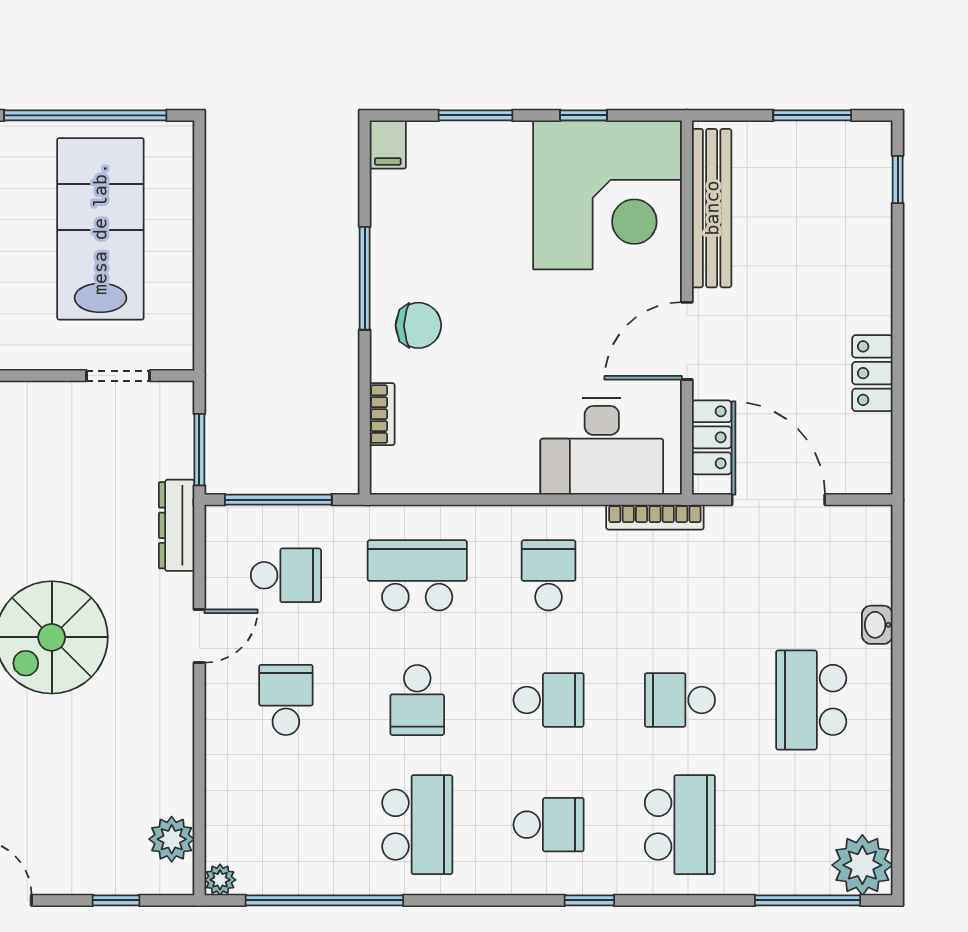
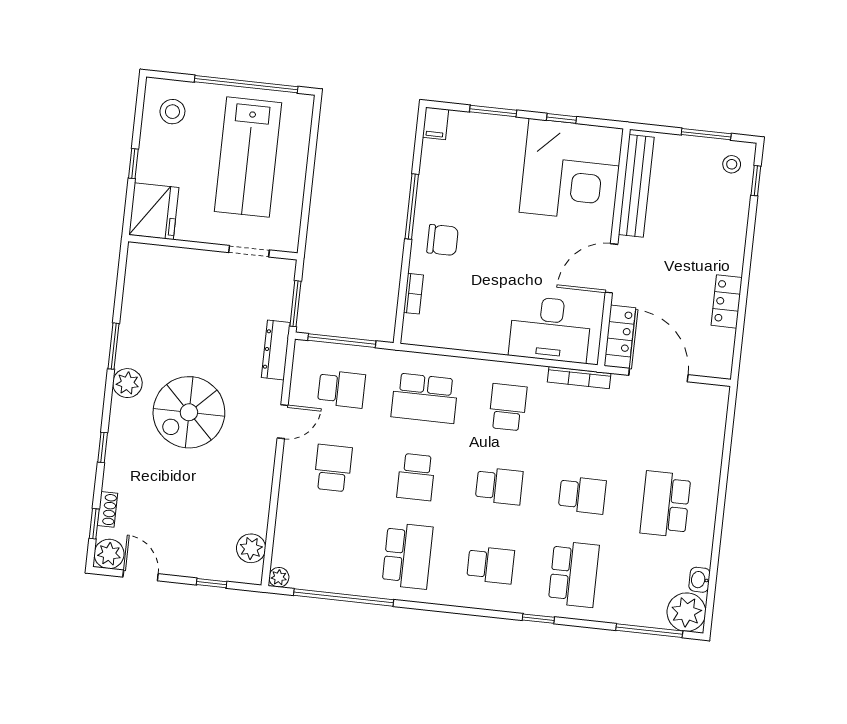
stool: (857, 158) -> (732, 164), added
lab bench: (100, 229) -> (248, 157), turned 180
school desk: (417, 575) -> (425, 398), turned 180
washbasin: (877, 625) -> (699, 580), moved
school desk: (680, 700) -> (582, 495), turned 180
window: (589, 900) -> (538, 619), moved

